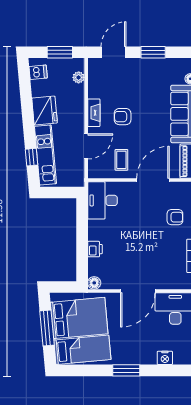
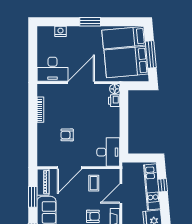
armchair: (175, 217) -> (67, 135), moved
printer: (95, 249) -> (114, 101), moved

